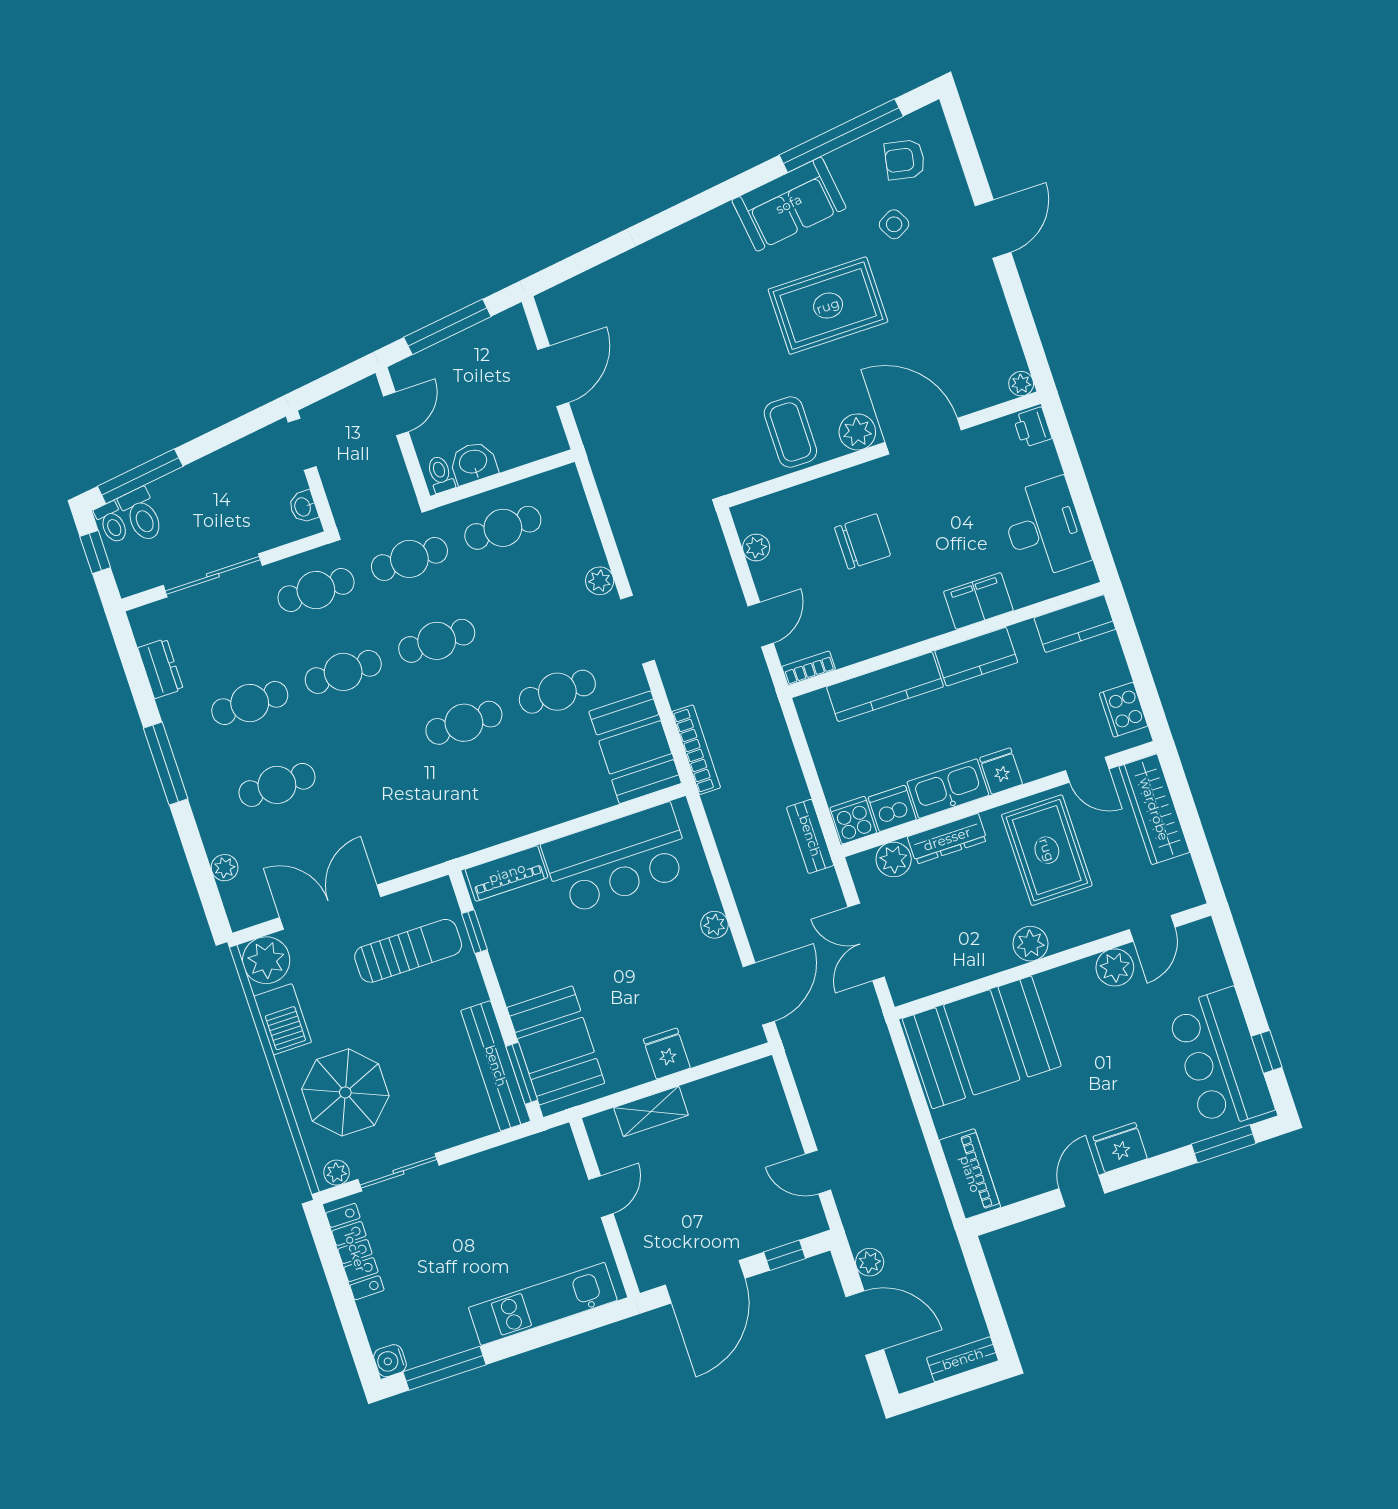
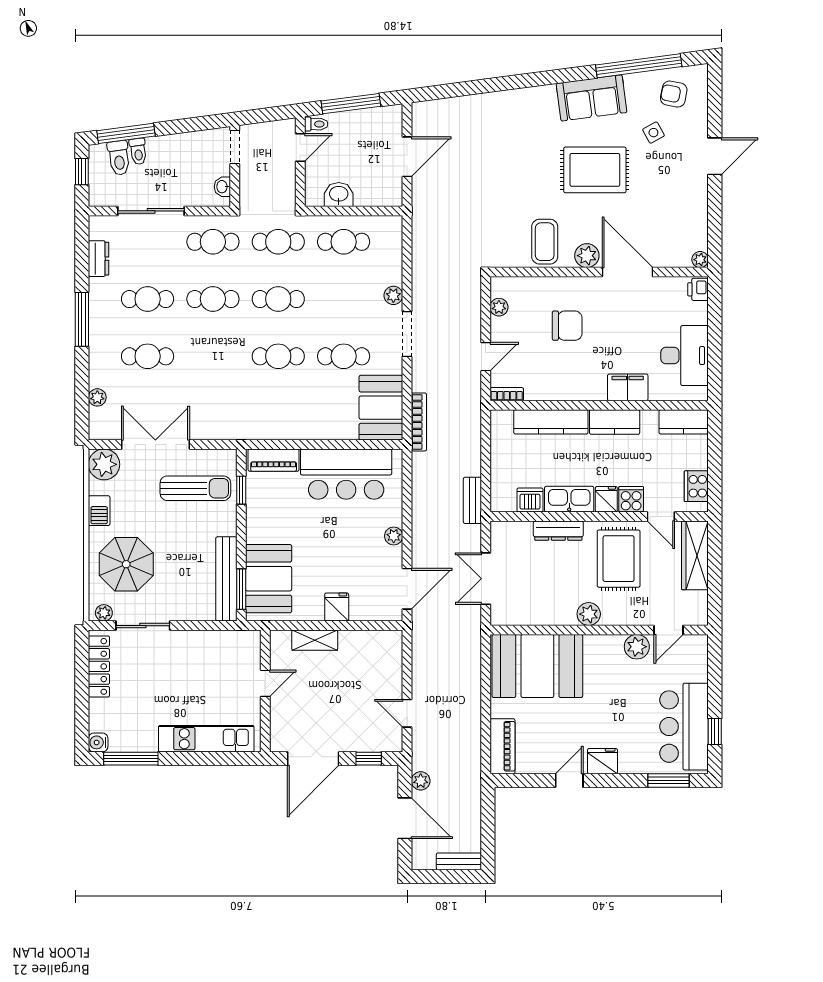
toilet: (441, 474) -> (316, 124), moved, turned 90
toilet: (112, 523) -> (138, 151), moved
cooker: (853, 820) -> (631, 499), moved
plant: (894, 859) -> (520, 532), removed
barbecue: (282, 1019) -> (99, 511), width x0.73, depth x0.79

